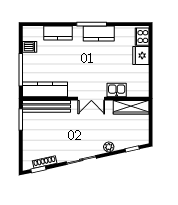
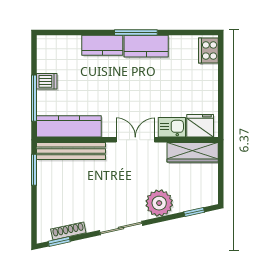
kitchen counter: (58, 33) -> (102, 45), moved
dishwasher: (30, 47) -> (47, 81), moved
fridge: (141, 56) -> (200, 126), moved, turned 90
double door: (91, 99) -> (135, 140), swing flipped
plant: (109, 147) -> (159, 203), width x1.88, depth x1.88

